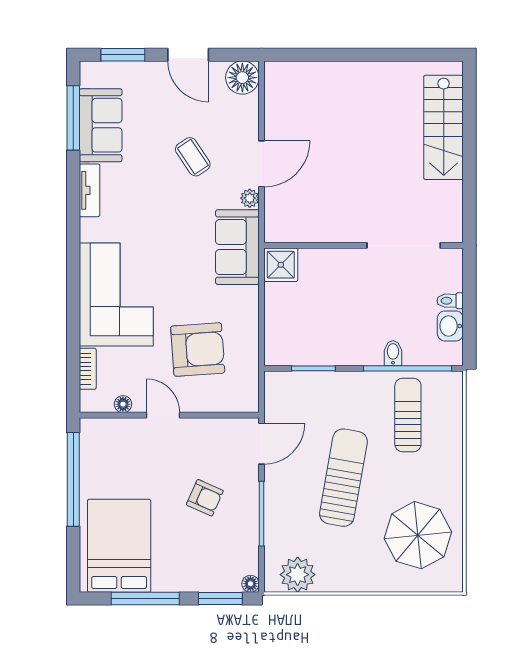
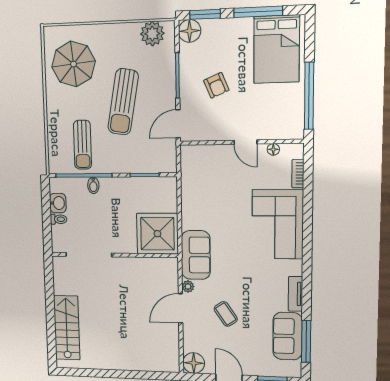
shower: (281, 265) -> (157, 234), width x1.86, depth x1.86
armchair: (198, 350) -> (222, 187), removed
armchair: (205, 498) -> (216, 85), turned -137
floor lamp: (250, 584) -> (190, 31), width x1.89, depth x1.89

